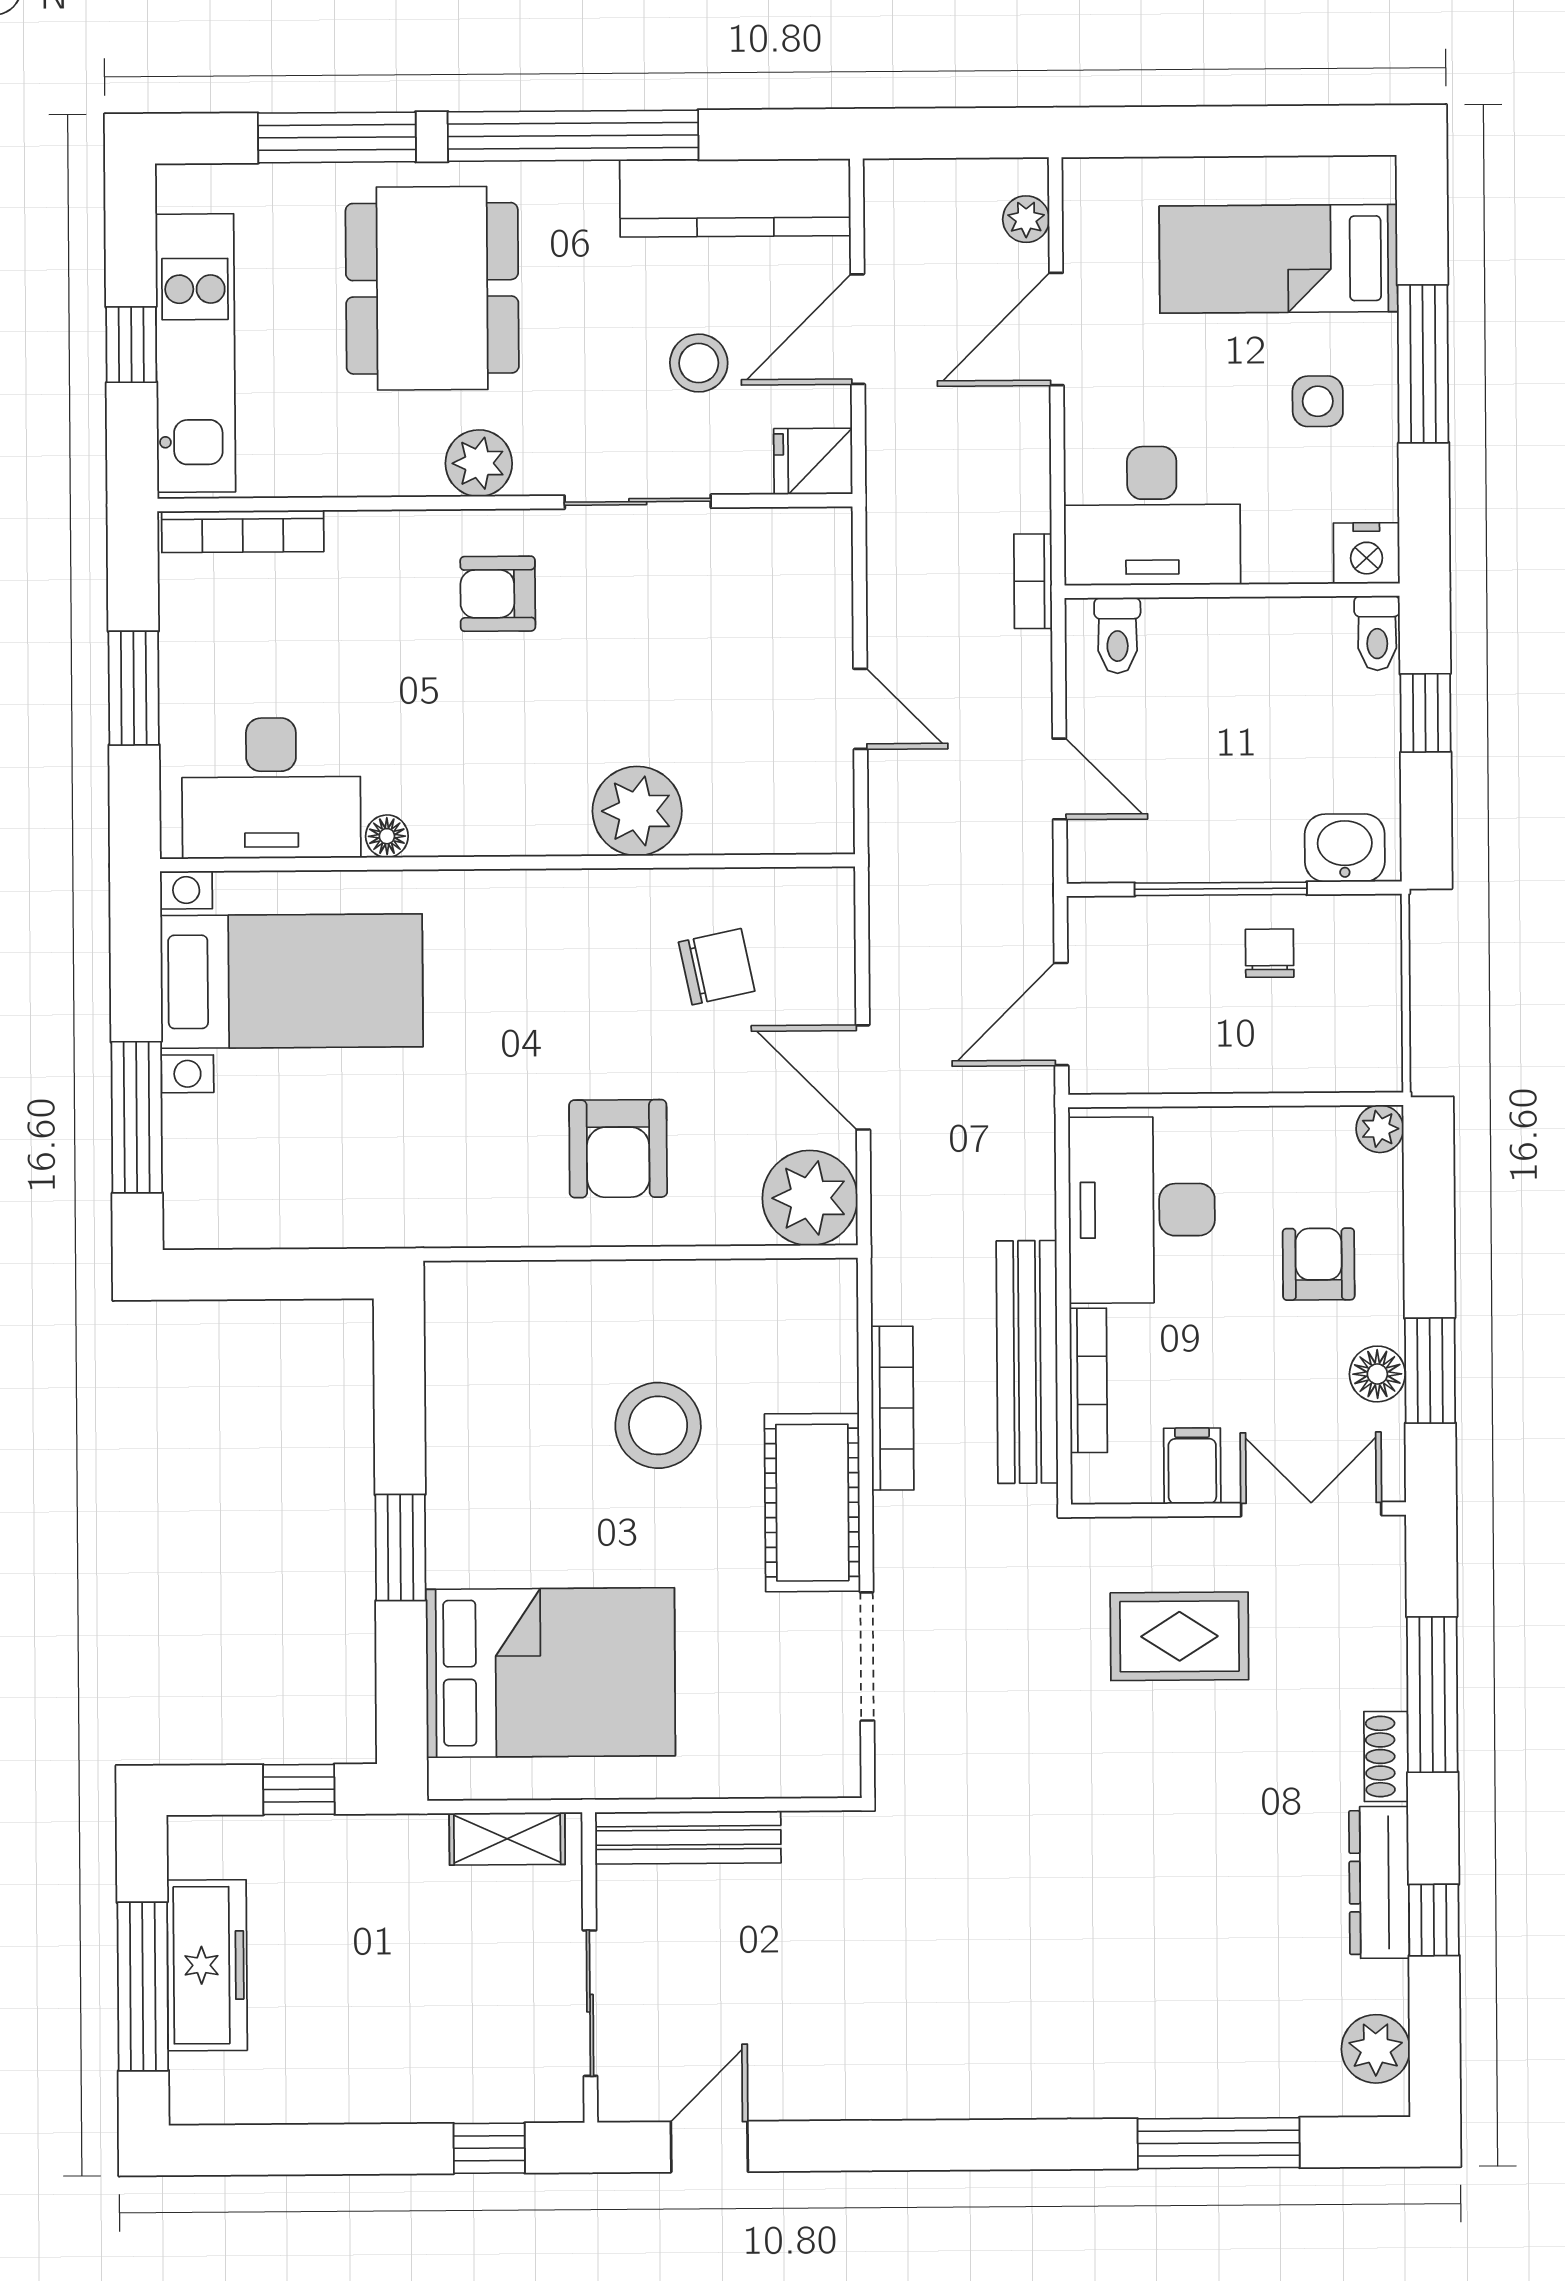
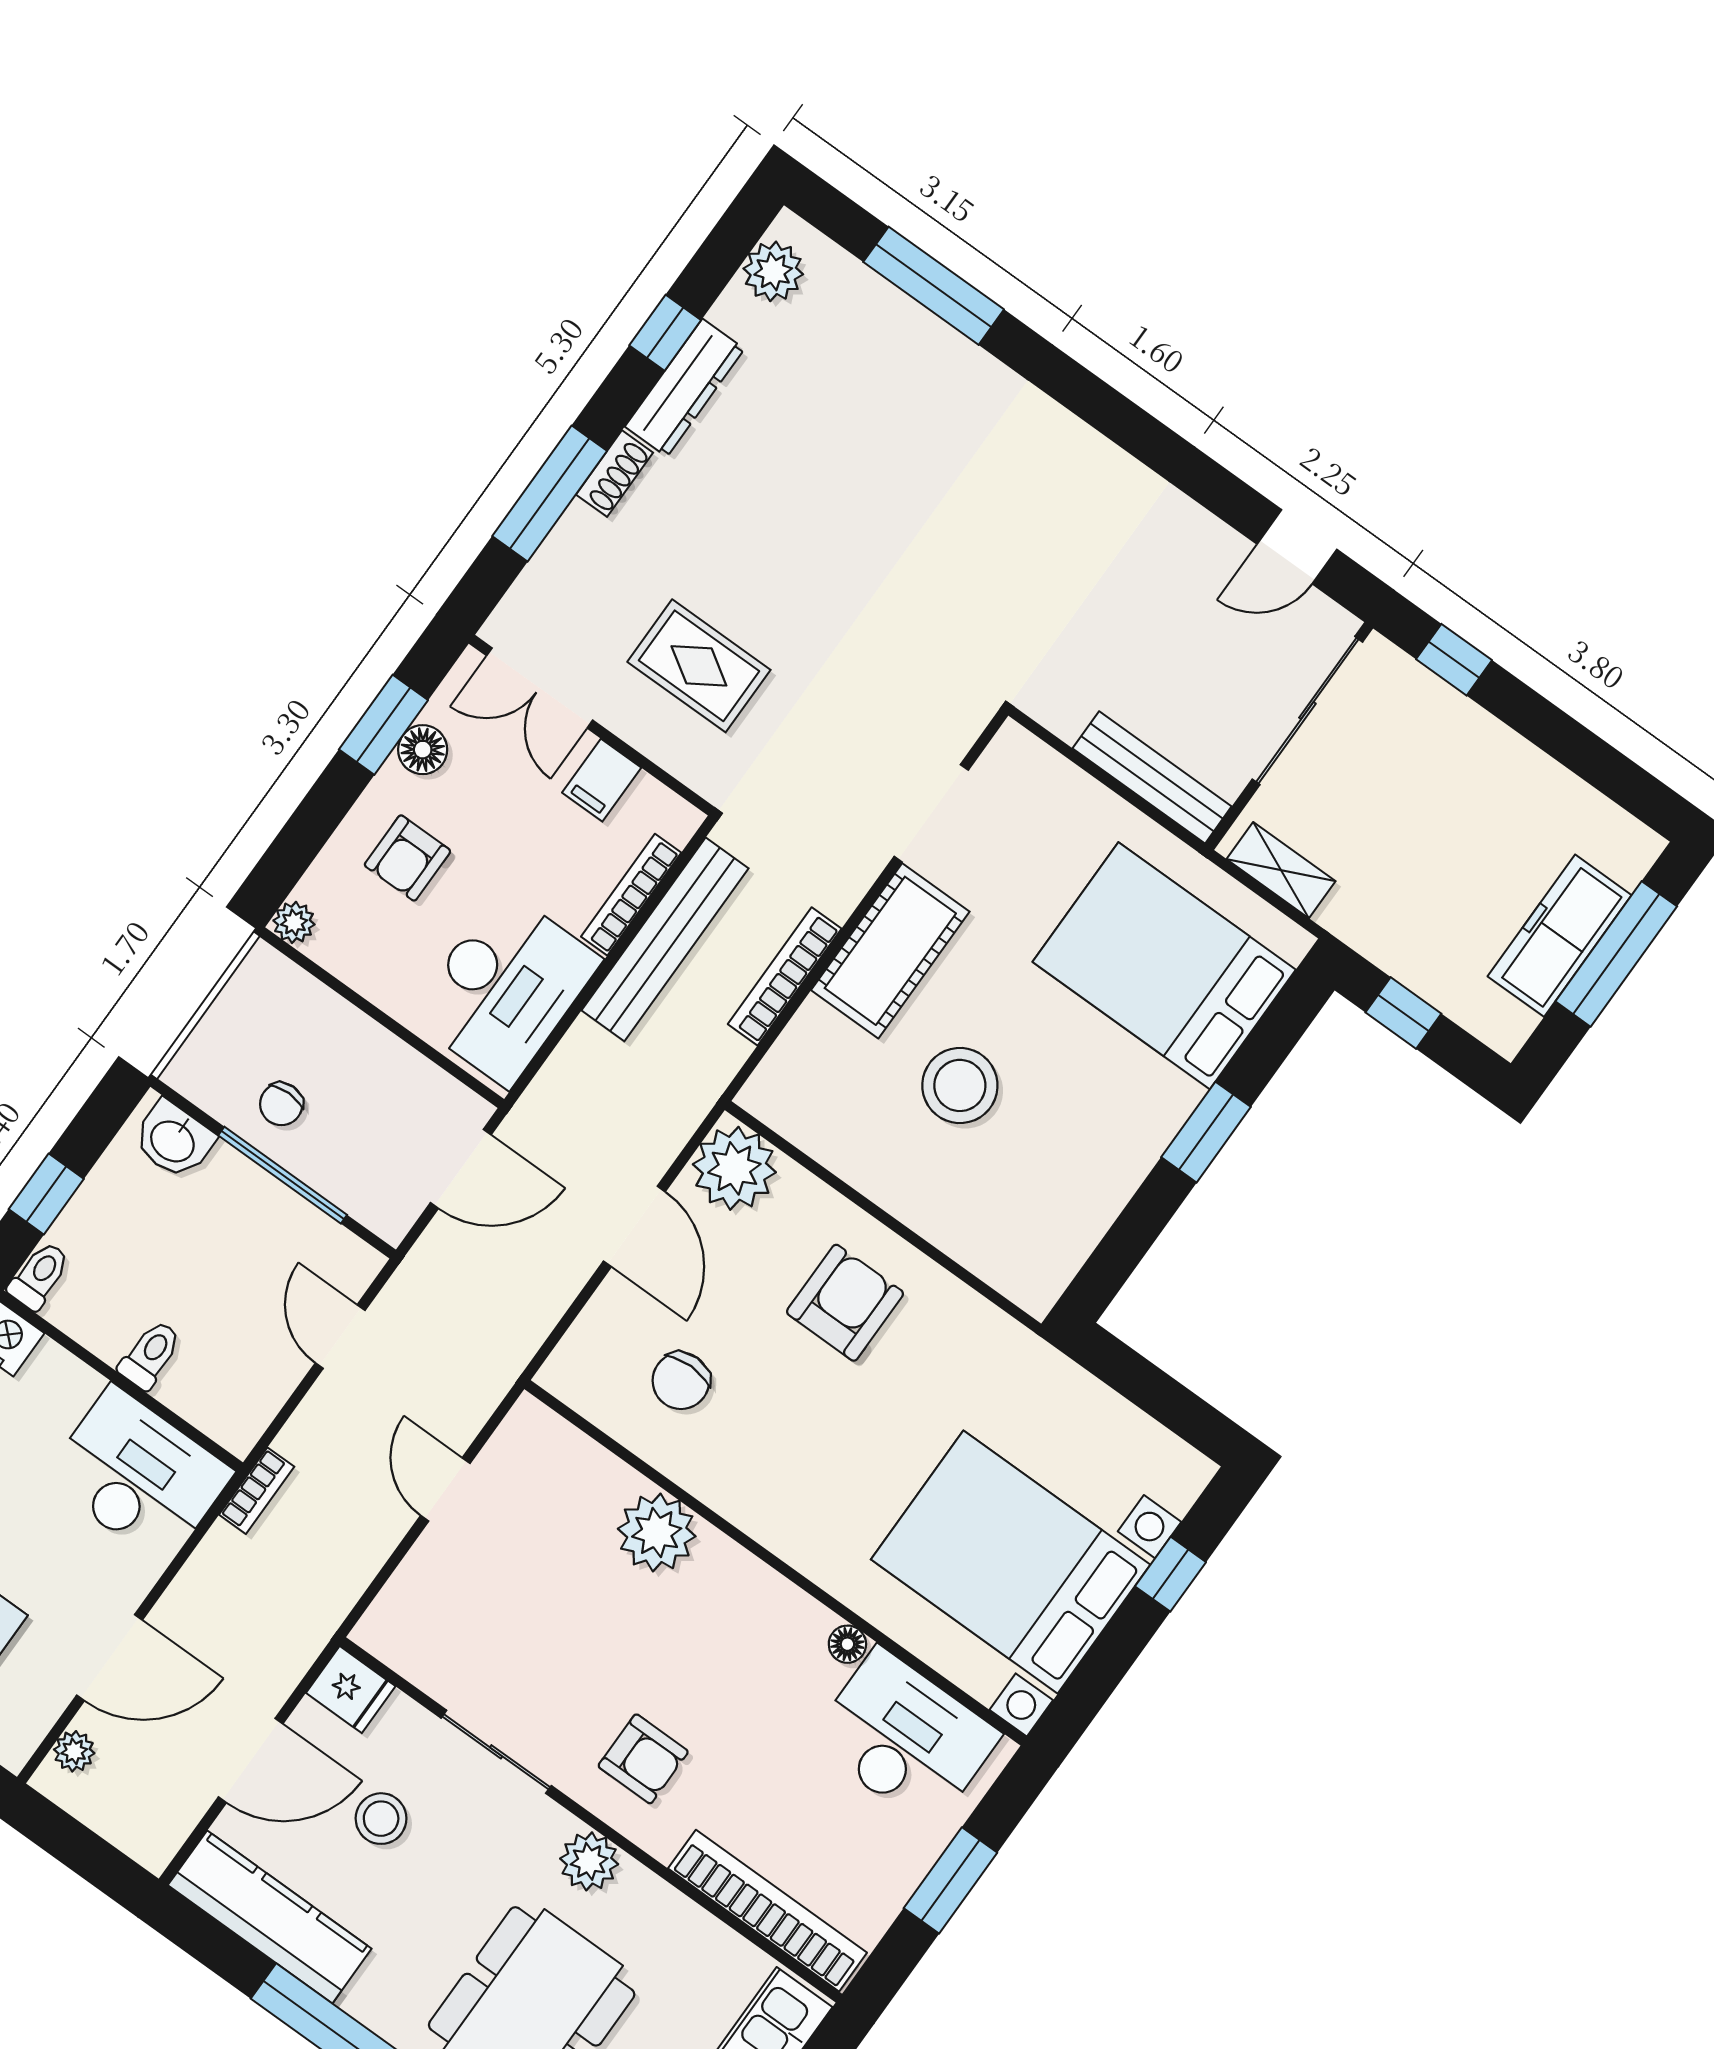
bookcase: (243, 531) -> (768, 1911), width x1.48, depth x1.31
toilet: (1117, 635) -> (150, 1355), moved
chair: (717, 967) -> (681, 1381), turned -78
bed with nightstands: (292, 981) -> (1011, 1562), width x1.36
window: (137, 1117) -> (1171, 1574), width x0.46
sliding door: (590, 2003) -> (1307, 711), width x1.37

